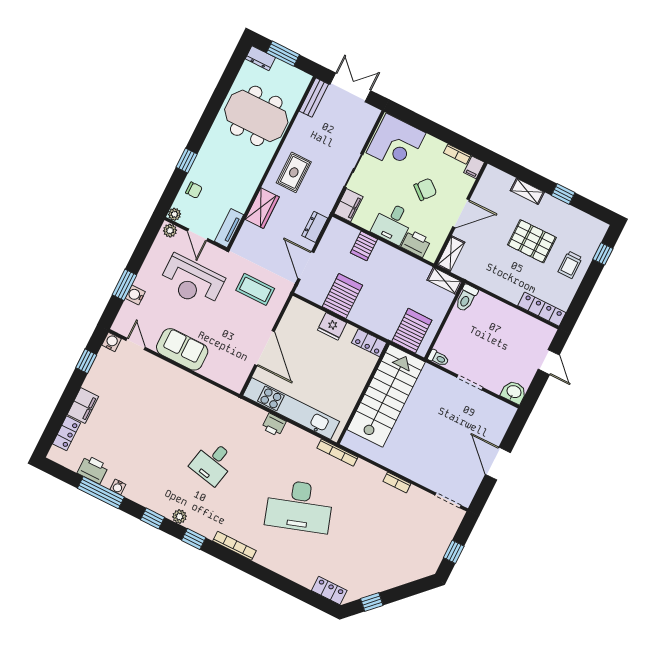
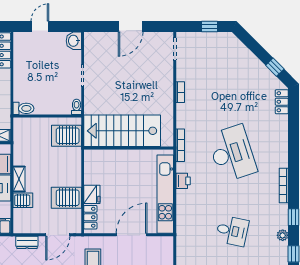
shelving: (445, 281) -> (19, 179), moved
locker: (369, 343) -> (90, 217), moved
printer: (274, 425) -> (183, 181), moved

